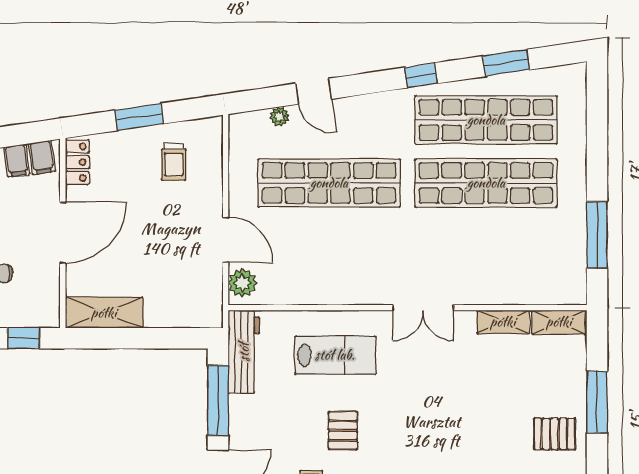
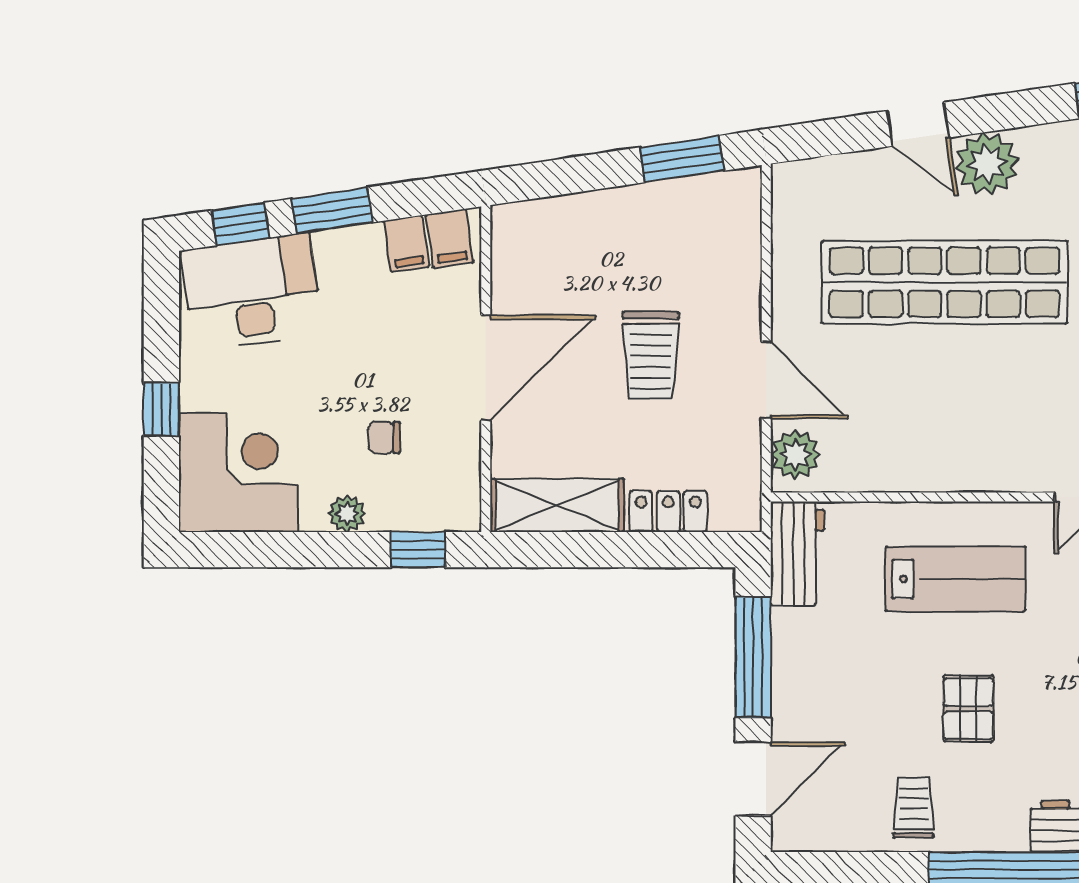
plant: (279, 116) -> (987, 164), moved, width x1.88, depth x1.88
window: (139, 117) -> (682, 159), moved
locker: (77, 162) -> (668, 511), moved, turned -90
trolley: (174, 162) -> (651, 355), moved, width x1.36, depth x1.39
workbench: (244, 352) -> (797, 553), width x0.73

